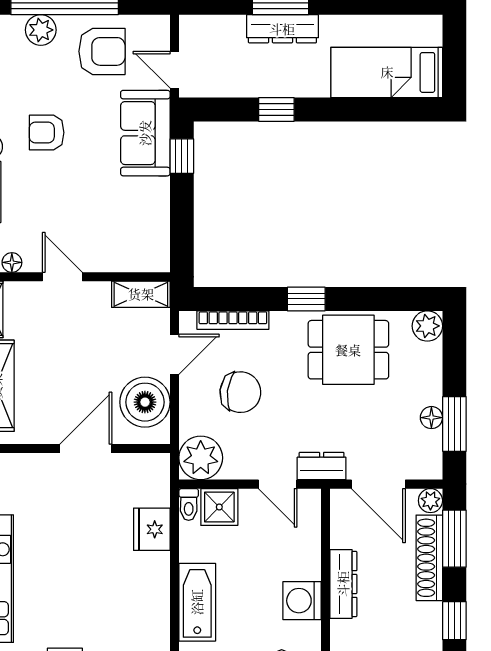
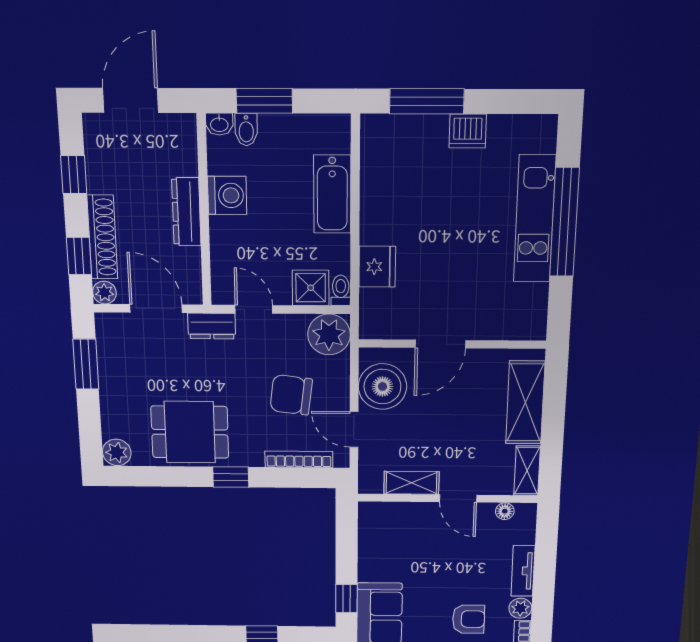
shelving: (141, 294) -> (411, 483), moved
door: (174, 354) -> (354, 429), hinge flipped
floor lamp: (431, 418) -> (108, 370), removed
window: (454, 539) -> (79, 256), width x0.67

